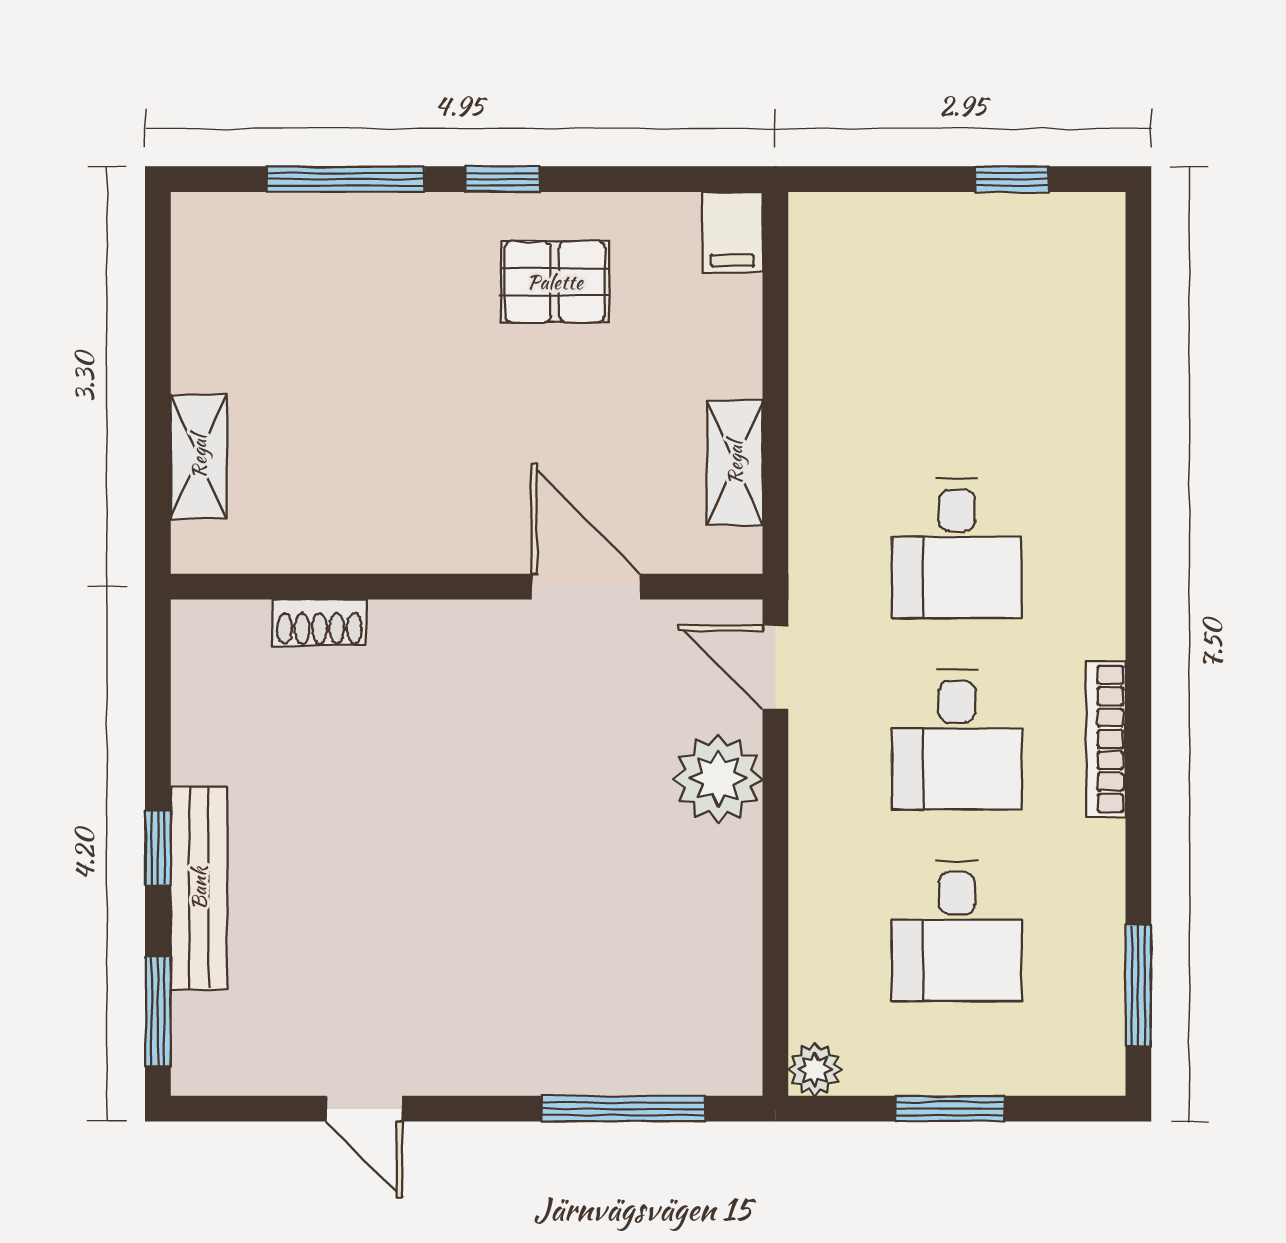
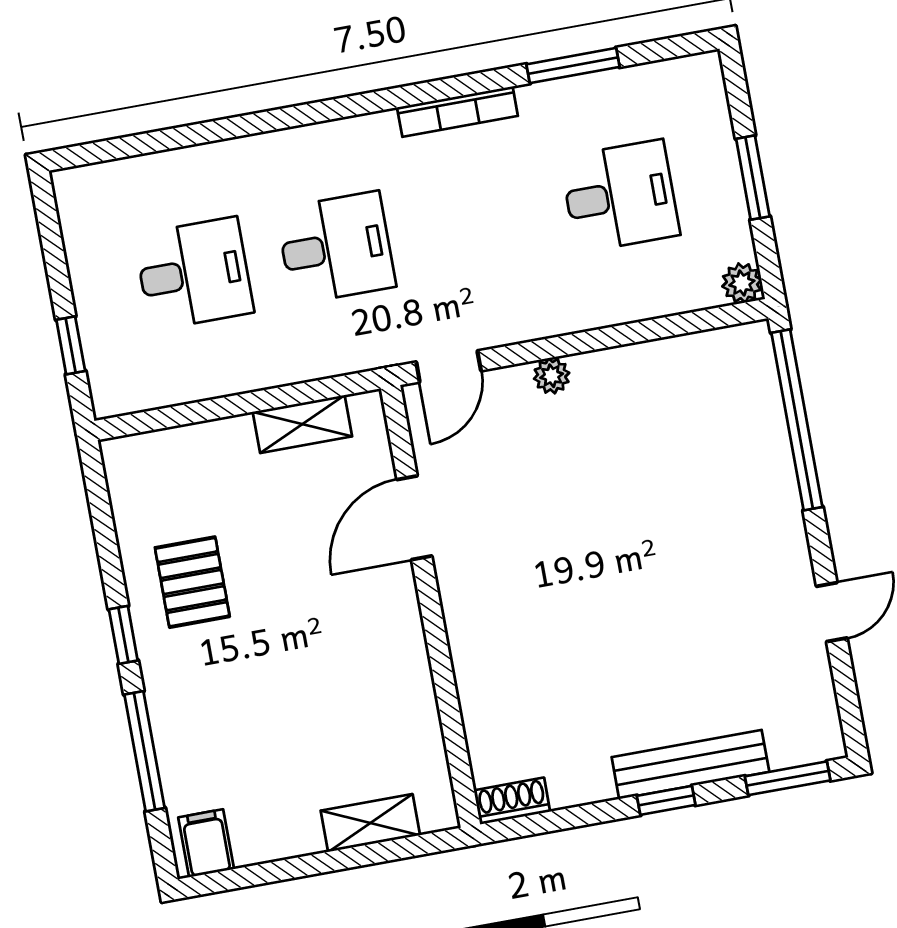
window: (1012, 179) -> (71, 345), moved
filing cabinet: (732, 232) -> (206, 843), moved, turned -90
shoe rack: (319, 622) -> (512, 801), moved, turned -90
desk: (957, 740) -> (194, 274), moved
plant: (718, 778) -> (552, 376), width x0.53, depth x0.53
window: (1138, 985) -> (573, 66), moved
window: (623, 1109) -> (797, 420), width x1.46

